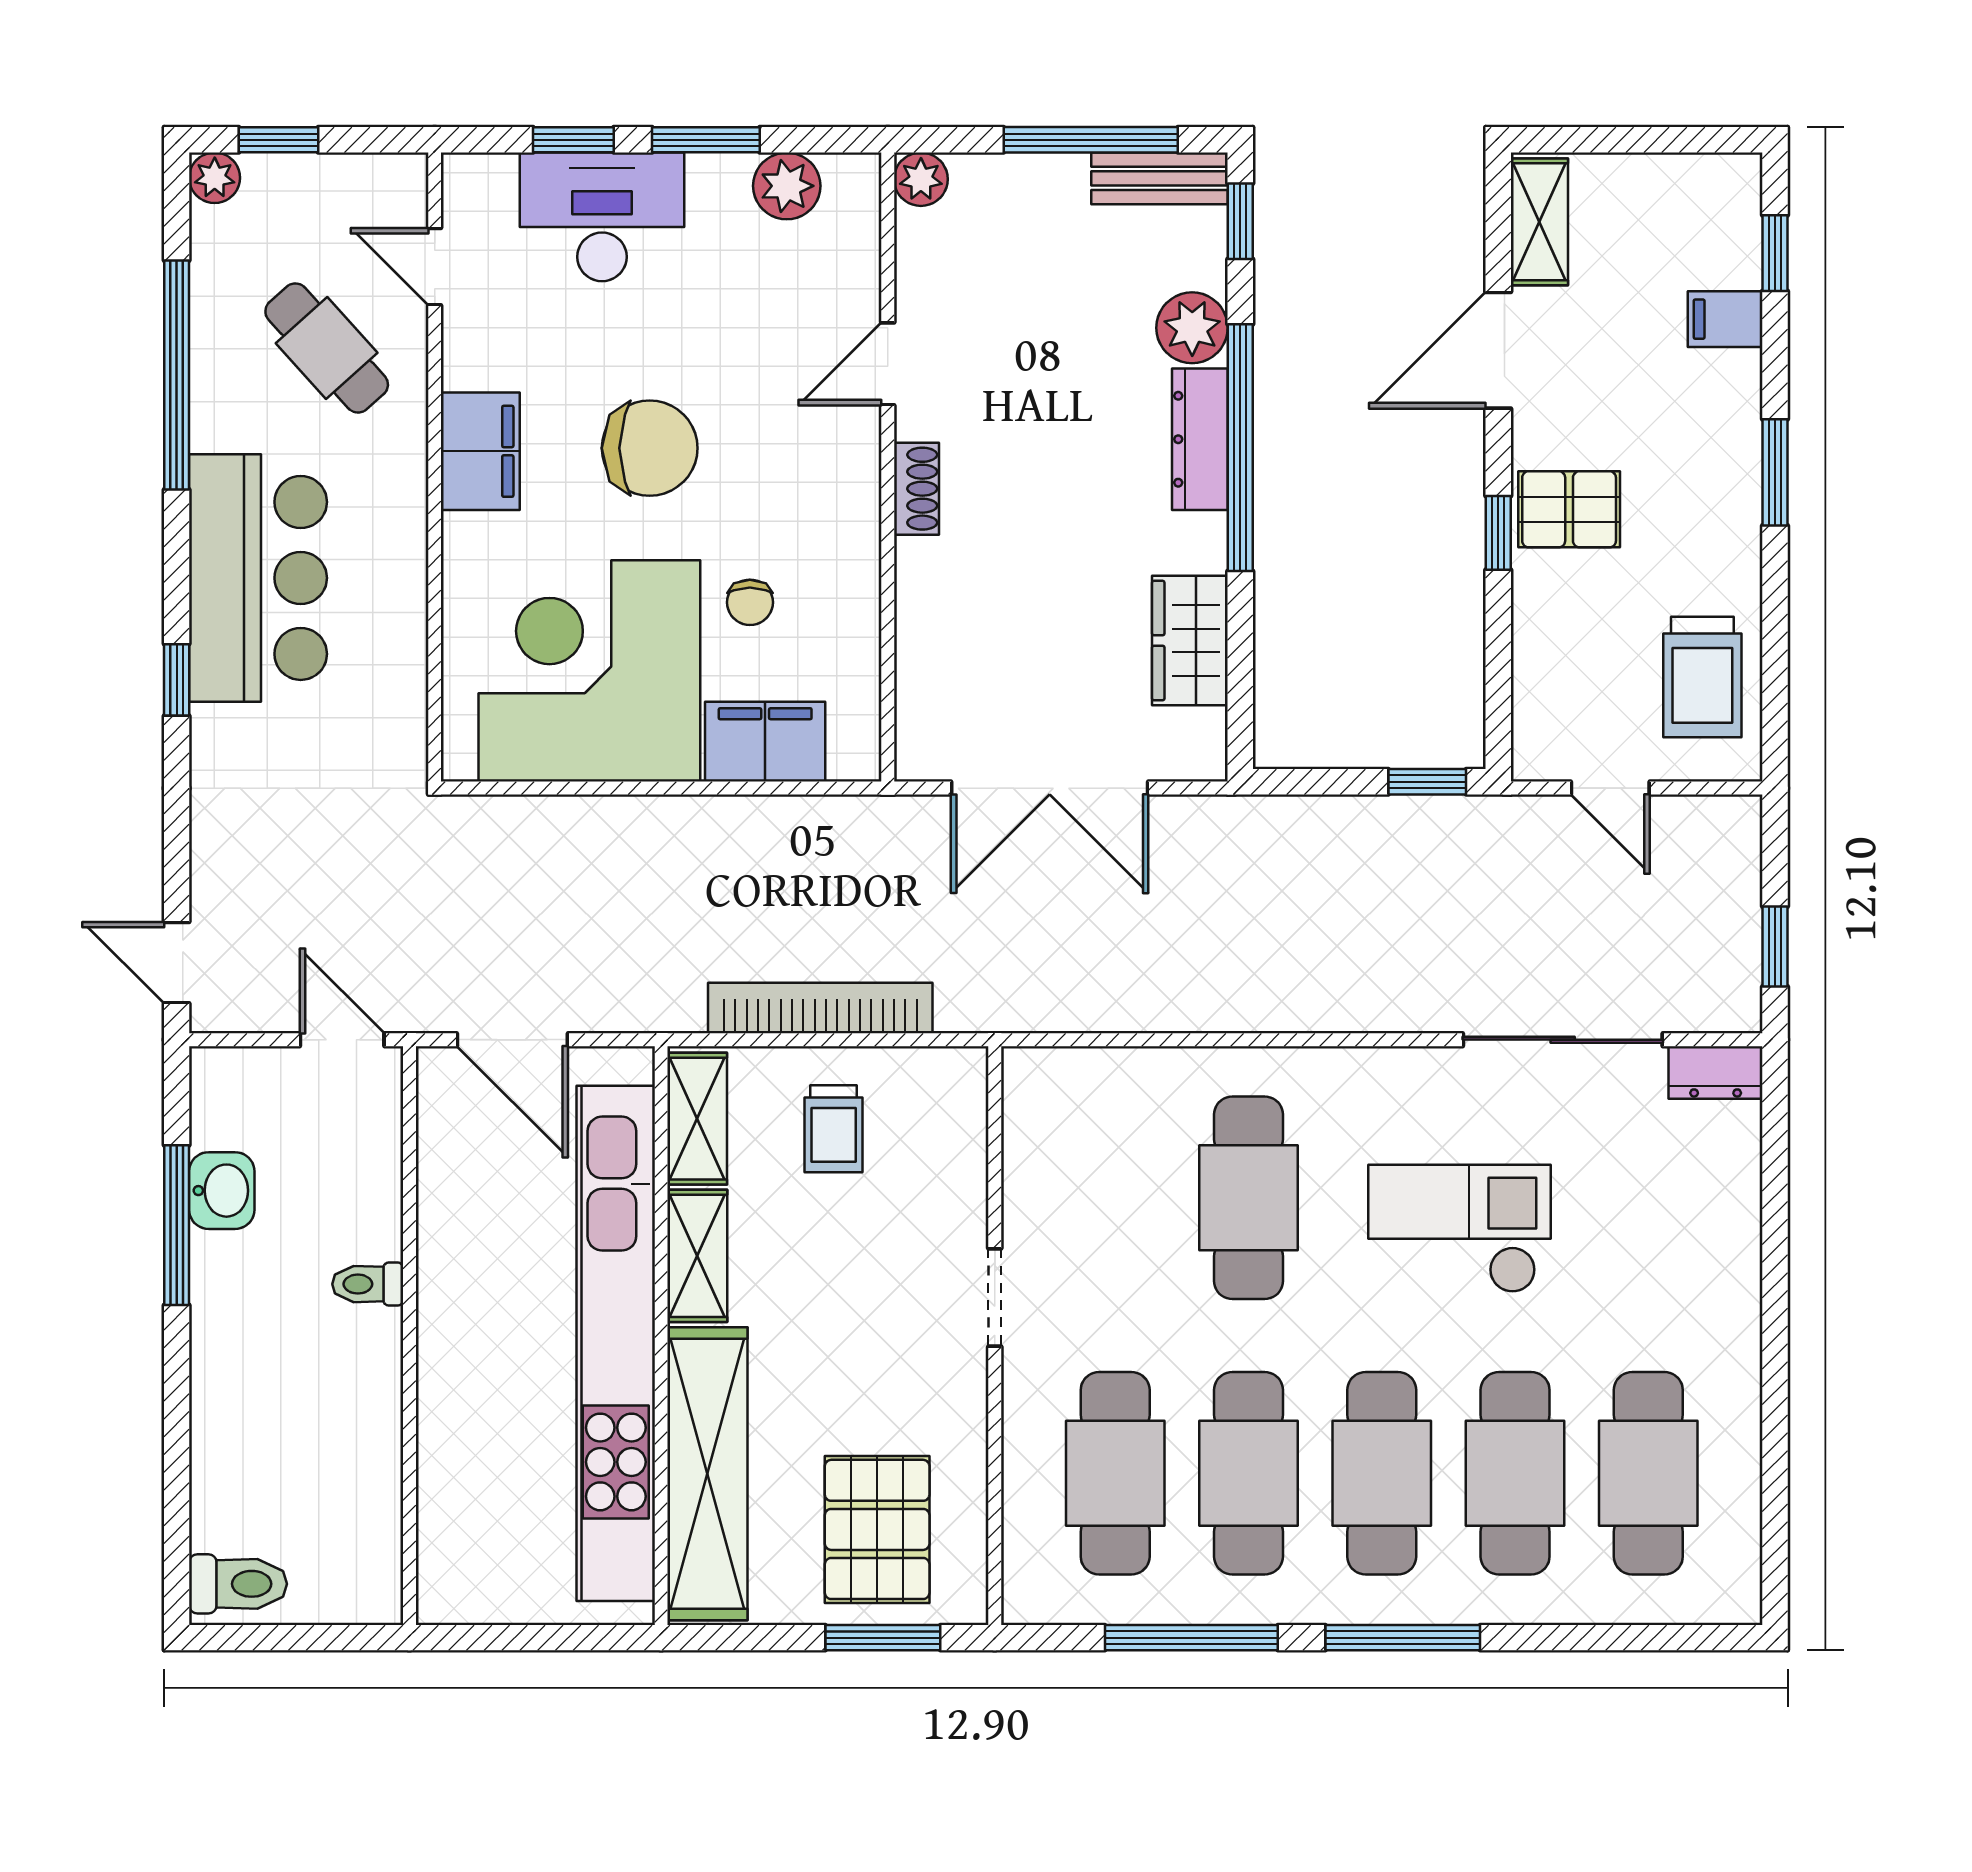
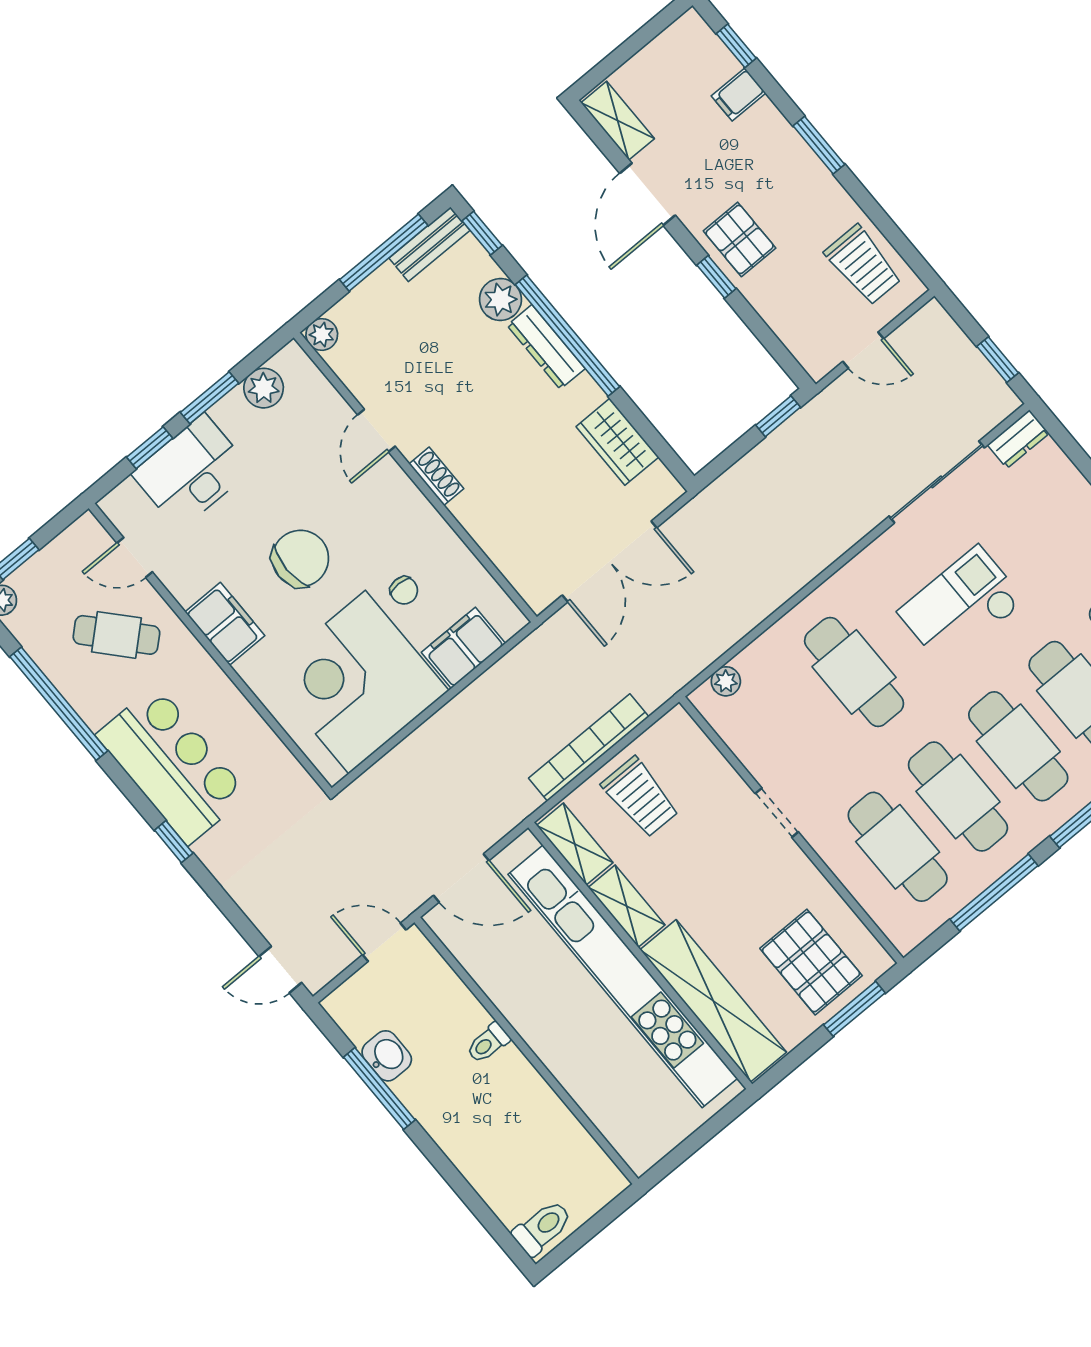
pallet: (1569, 509) -> (740, 239), turned 90
plant: (1071, 1071) -> (726, 681), added
trolley: (834, 1129) -> (640, 797), width x1.36, depth x1.39

